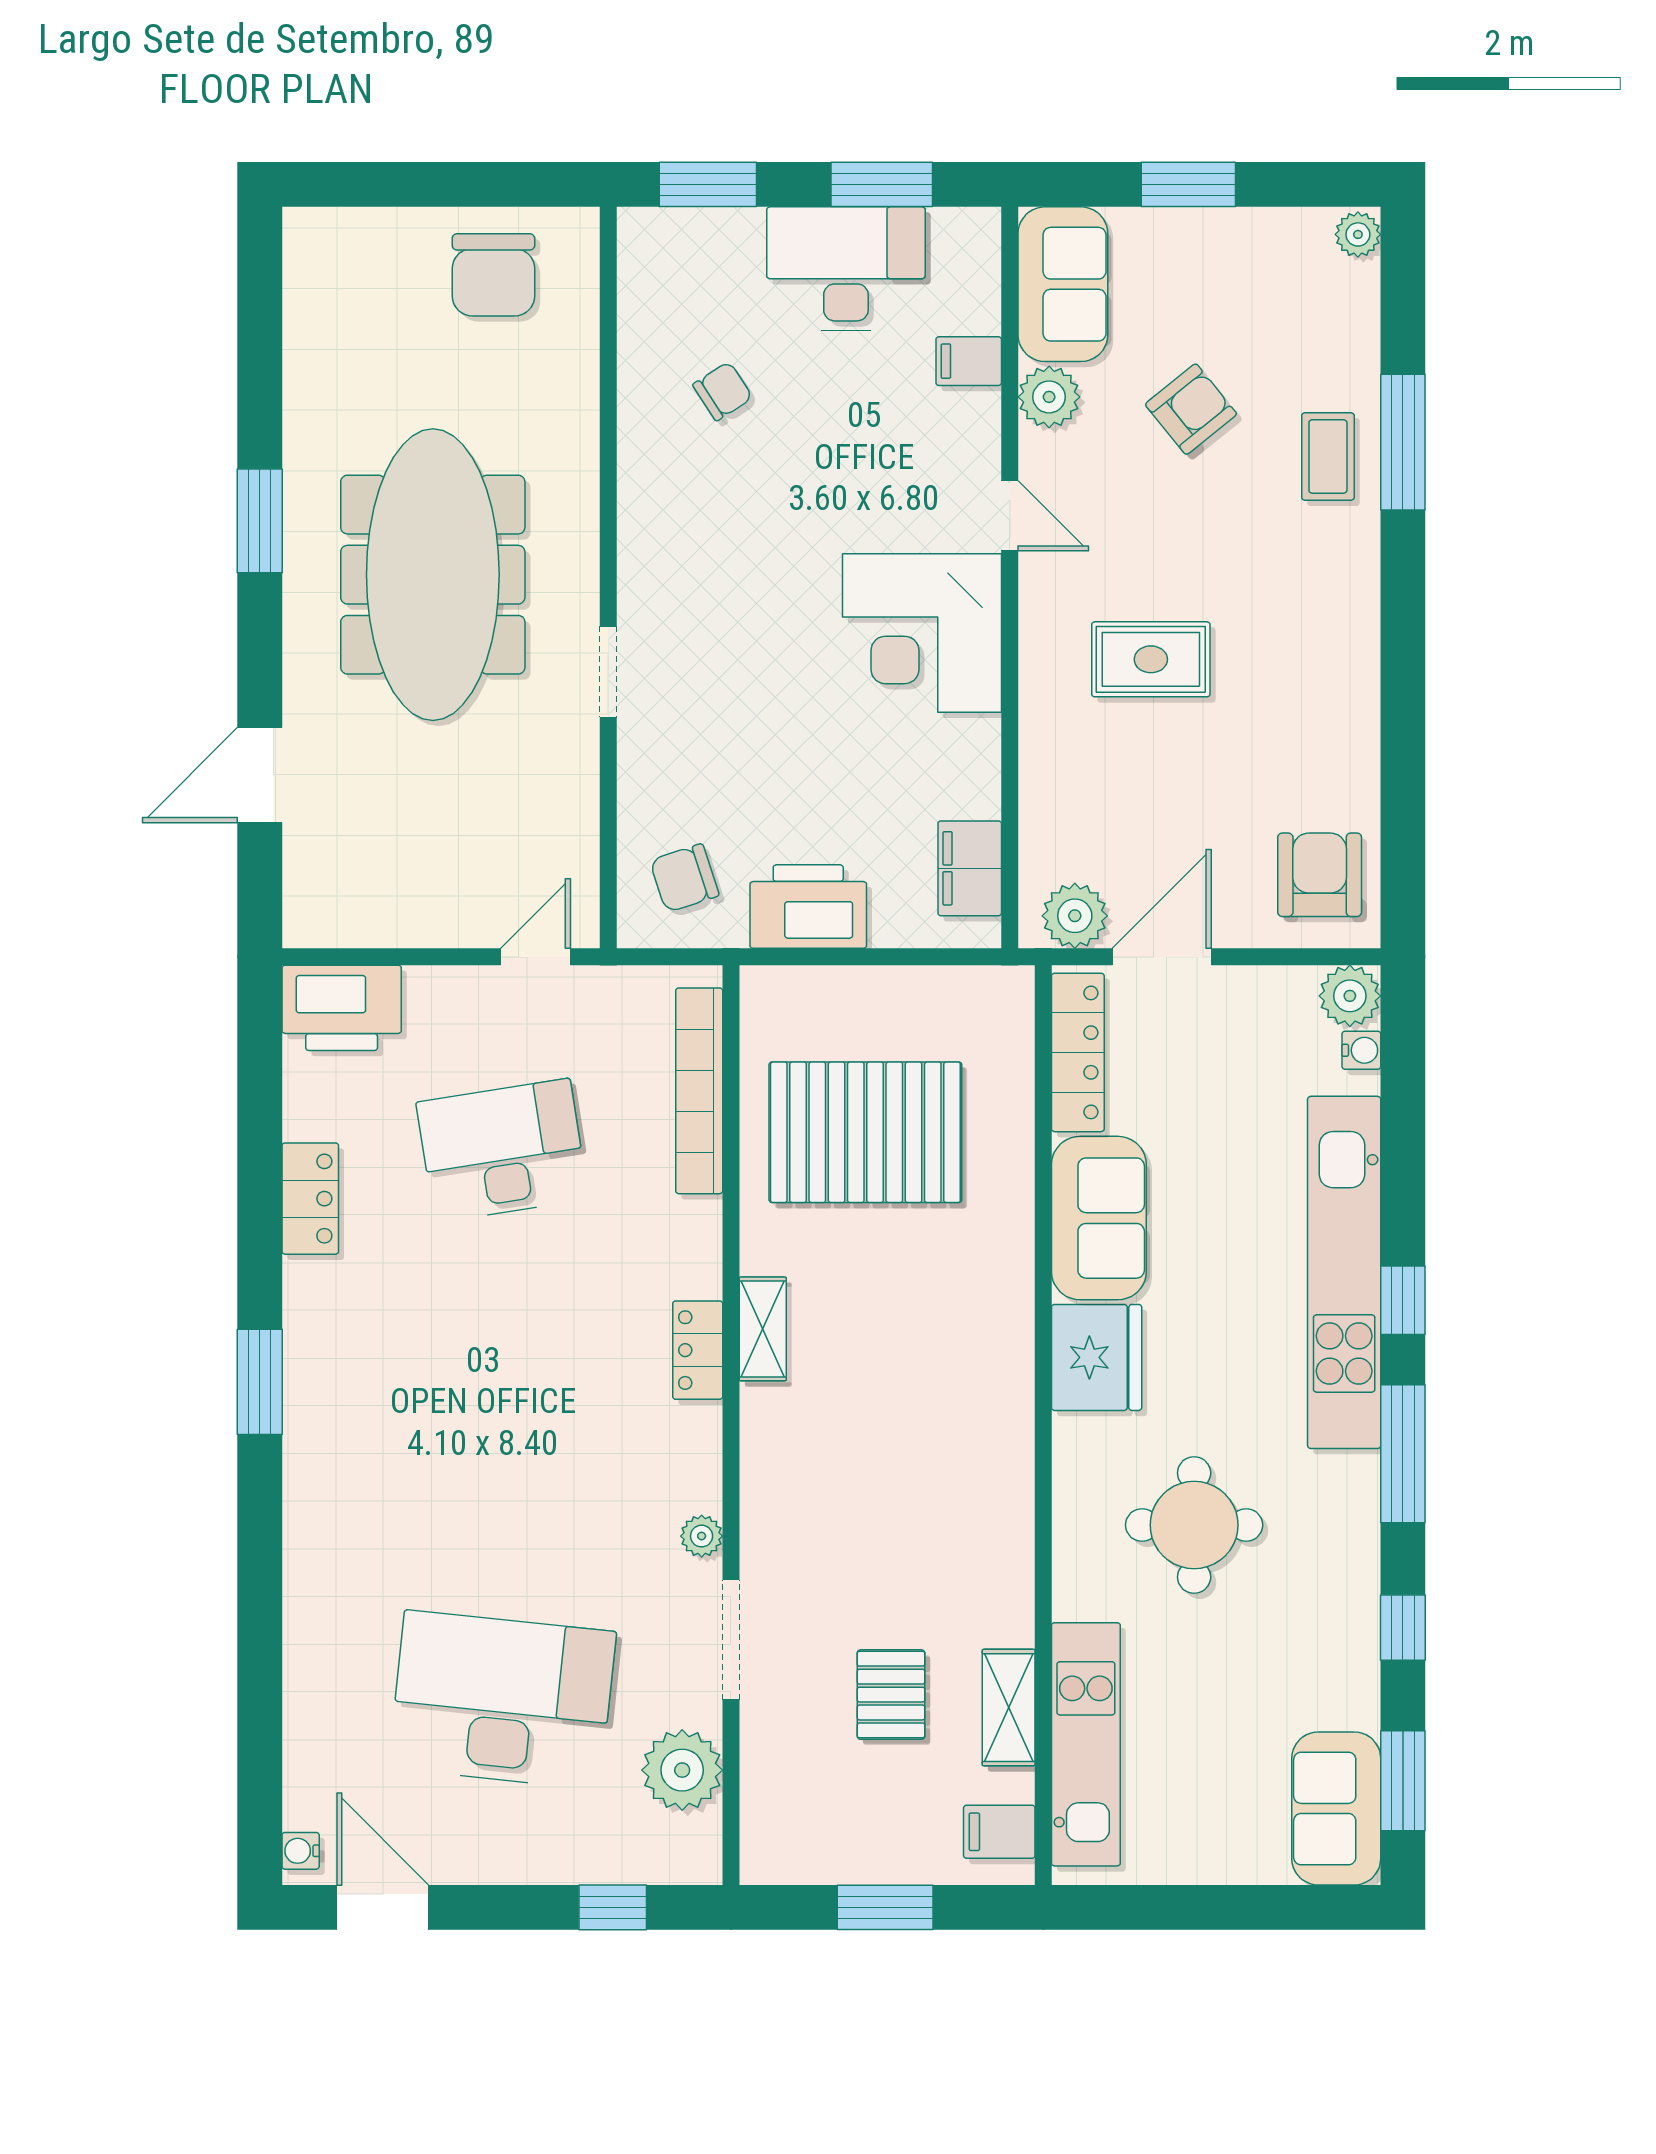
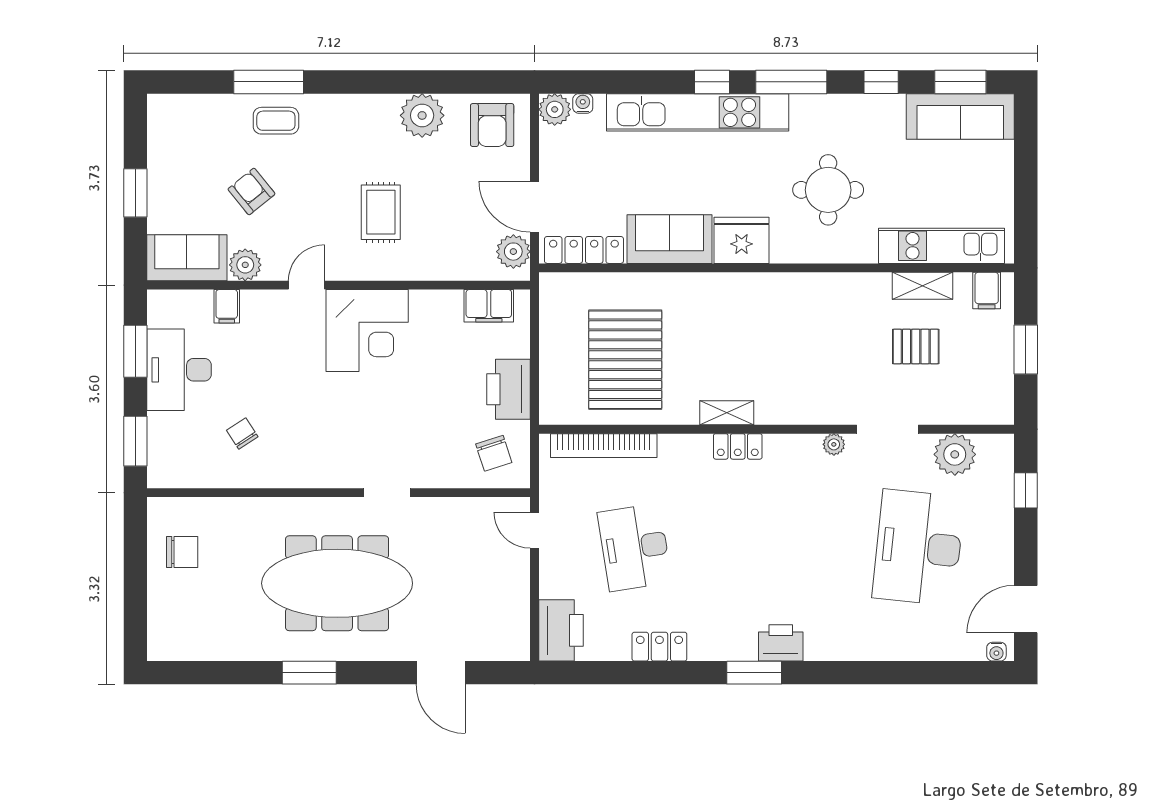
plant: (1358, 234) -> (422, 115), moved, width x1.88, depth x1.88
chair: (493, 275) -> (182, 552), width x0.73, depth x0.73
armchair: (1320, 875) -> (492, 125), turned -90
printer: (318, 1433) -> (781, 643), added
sofa: (1336, 1808) -> (960, 116), width x1.36

